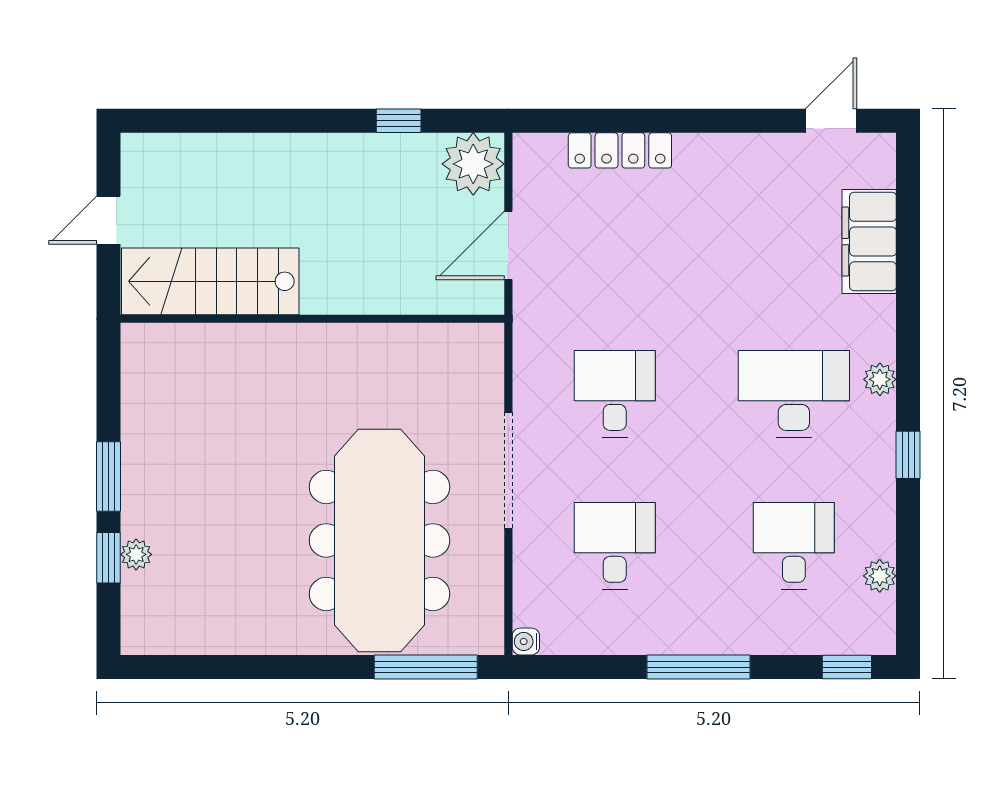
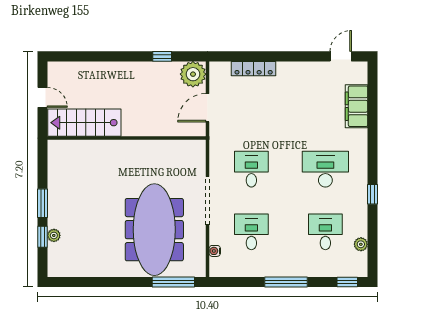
door: (109, 220) -> (42, 97), swing flipped
plant: (880, 379) -> (361, 163), removed
water cooler: (526, 641) -> (215, 251), moved

